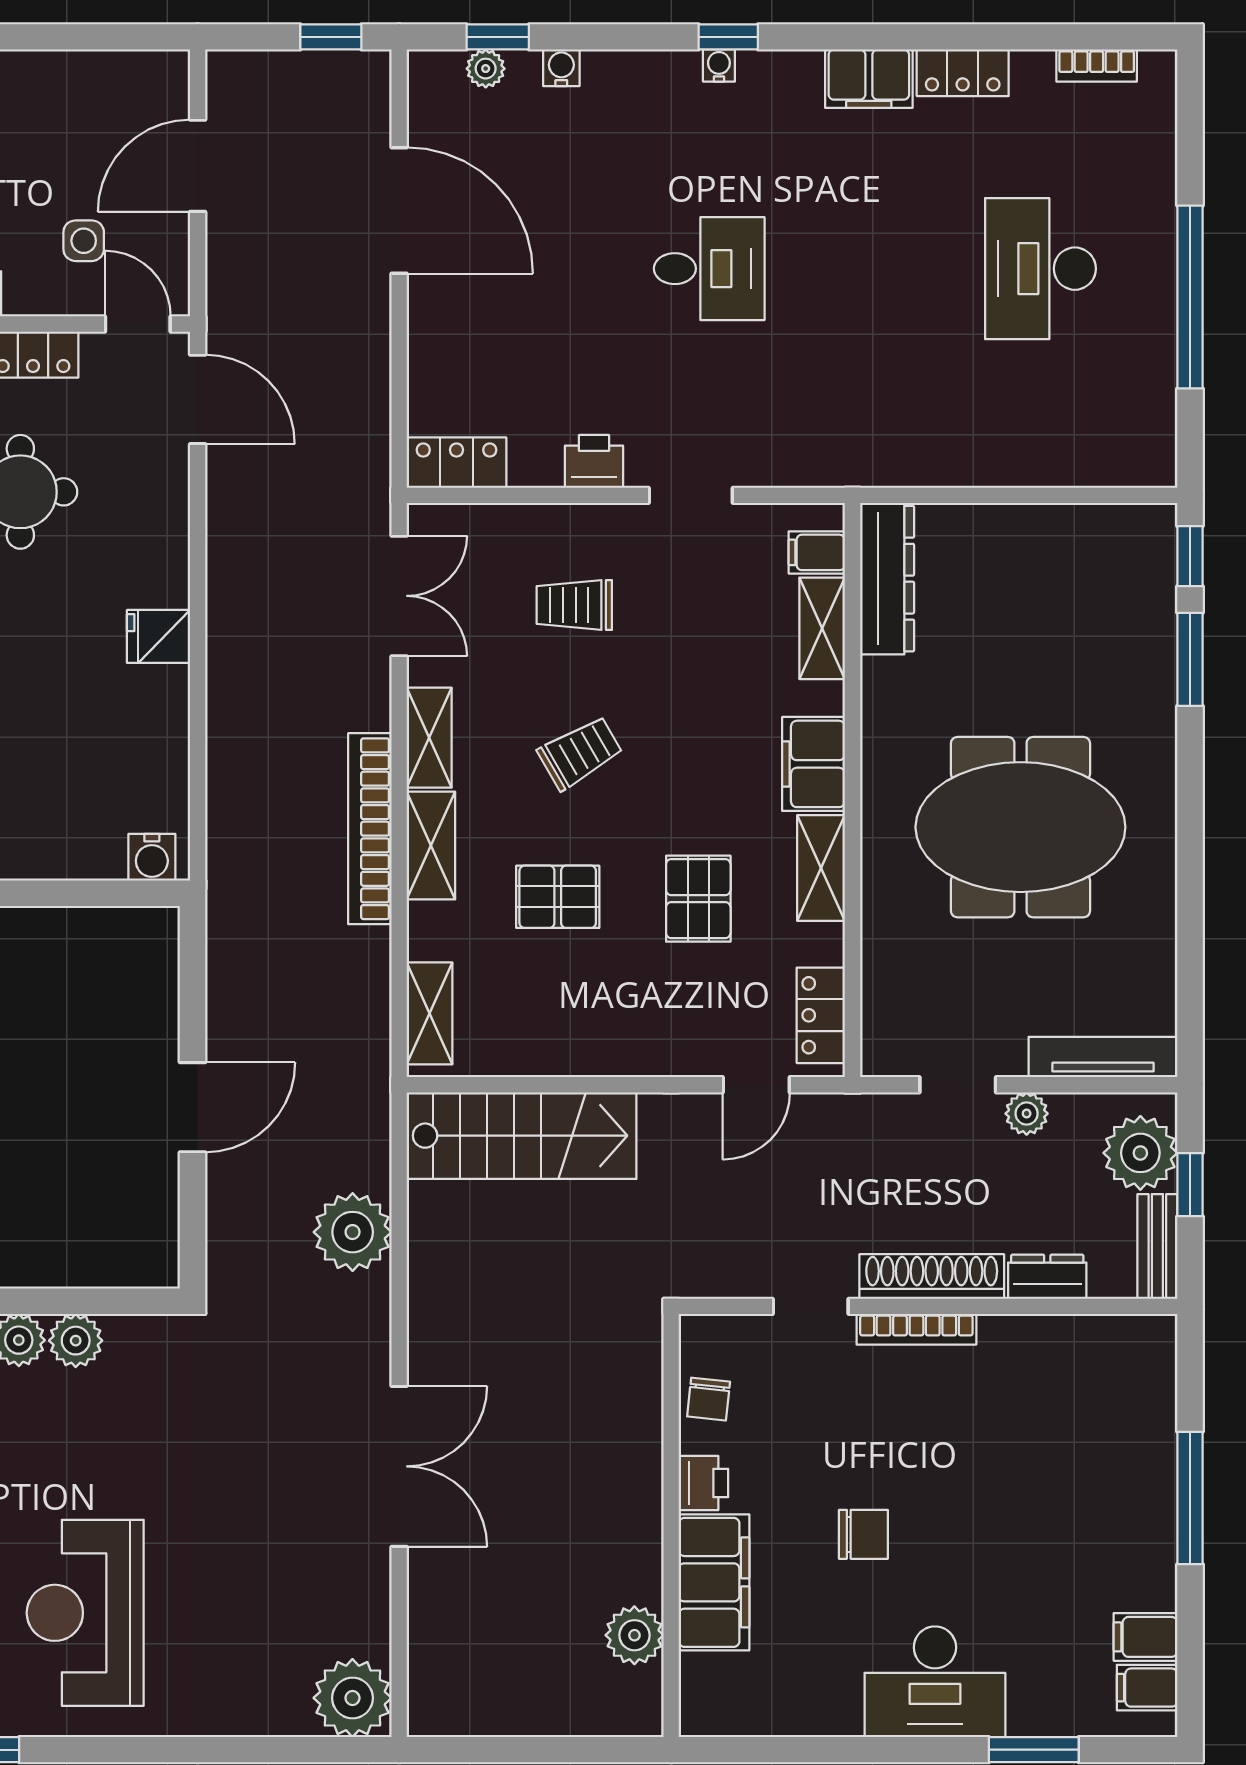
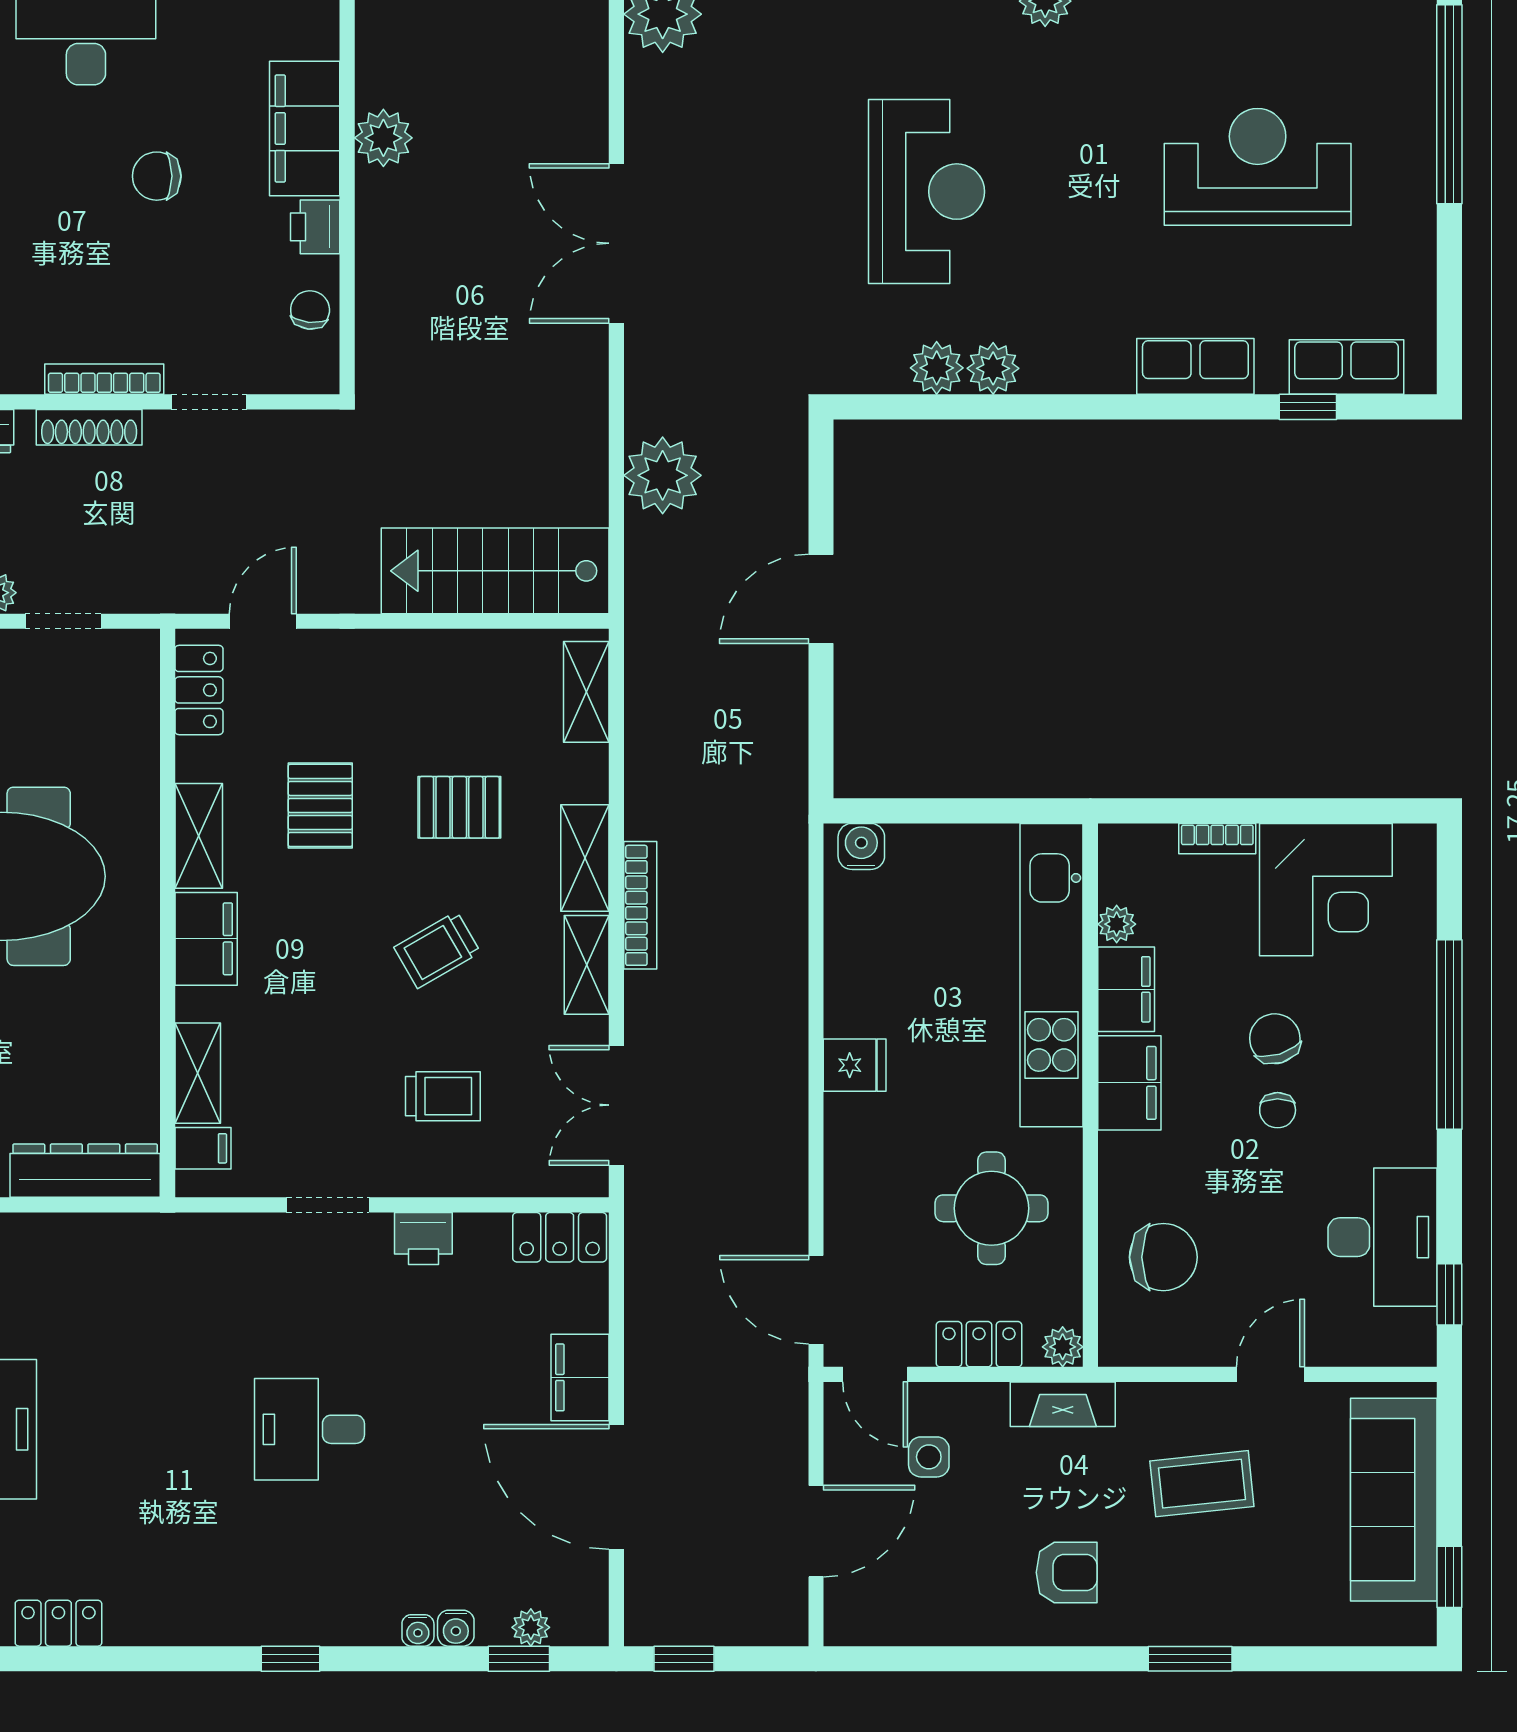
water cooler: (719, 66) -> (418, 1630), moved
filing cabinet: (869, 79) -> (580, 1377), moved, turned -90
dresser: (887, 579) -> (85, 1171), moved, turned 90
bookcase: (370, 829) -> (640, 905), width x0.68, depth x0.76
shoe rack: (932, 1276) -> (89, 427), width x0.74, depth x0.81
reception desk: (85, 1613) -> (927, 192), moved
plant: (634, 1635) -> (383, 138), moved

